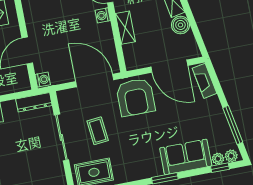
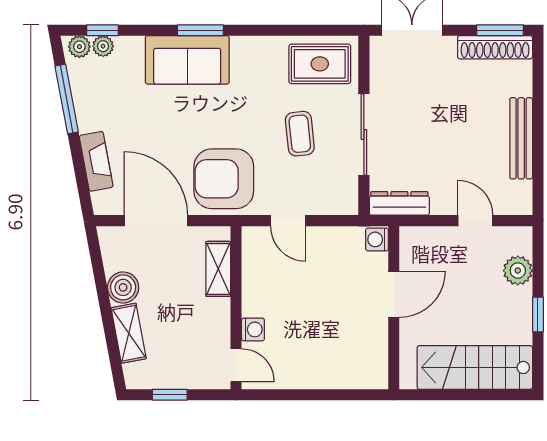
shelving: (125, 28) -> (218, 269), moved
door: (95, 81) -> (288, 221), width x0.53
fireplace: (205, 81) -> (96, 161), moved
armchair: (136, 97) -> (224, 179), turned -90
sofa: (186, 157) -> (187, 60), moved

